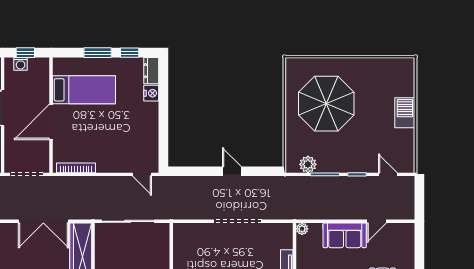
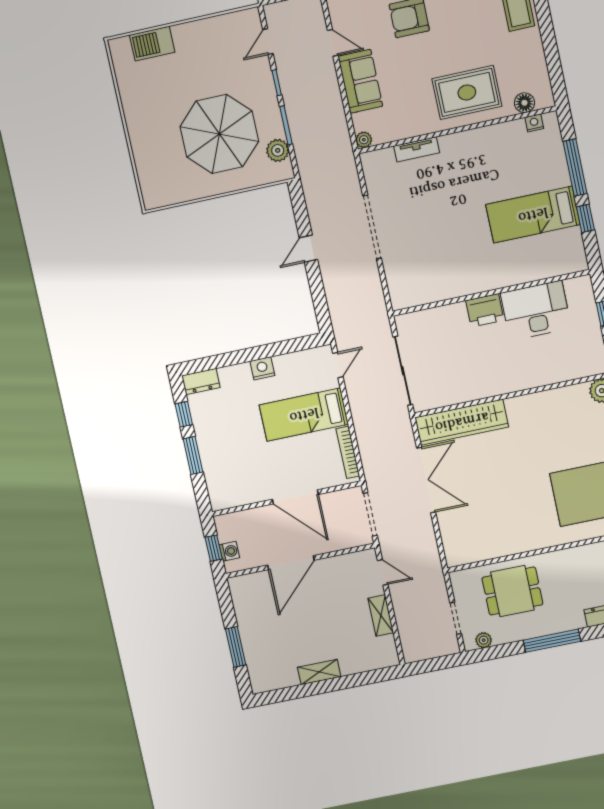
bed: (84, 90) -> (304, 415), moved, turned -90
nightstand: (151, 93) -> (262, 368), moved
parasol: (326, 104) -> (219, 134), moved
barbecue: (405, 113) -> (152, 44), moved

